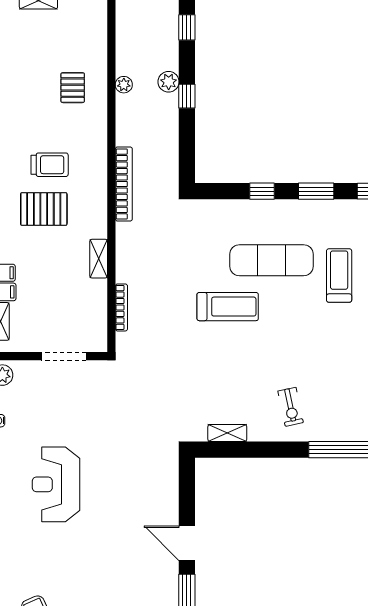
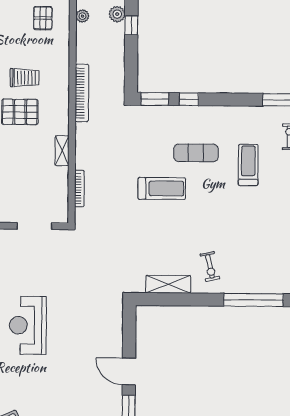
window: (316, 191) -> (155, 99), moved
exercise mat: (272, 260) -> (196, 153), width x0.73, depth x0.69
shelving: (227, 433) -> (168, 284), width x1.50, depth x1.33

